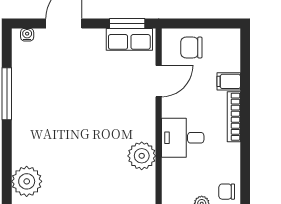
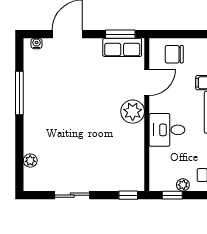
plant: (142, 156) -> (133, 112), moved
plant: (27, 181) -> (30, 161), width x0.53, depth x0.53

